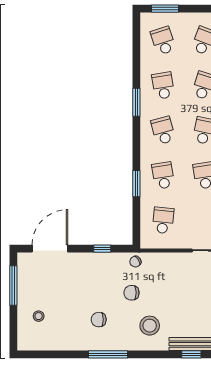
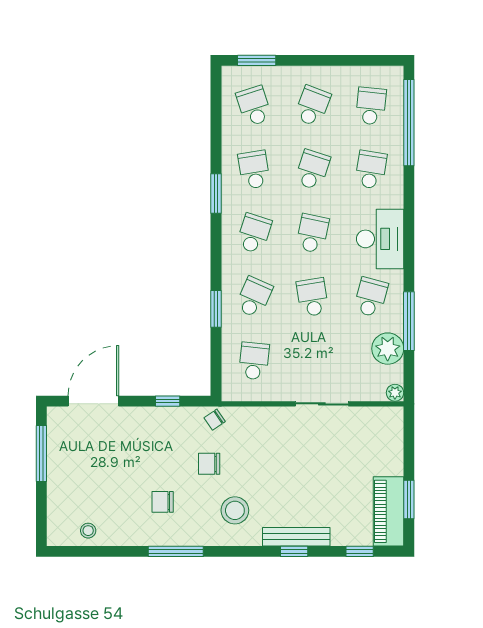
school desk: (163, 131) -> (254, 234), turned 33
school desk: (163, 175) -> (254, 297), turned 33
stool: (39, 316) -> (88, 531), moved

